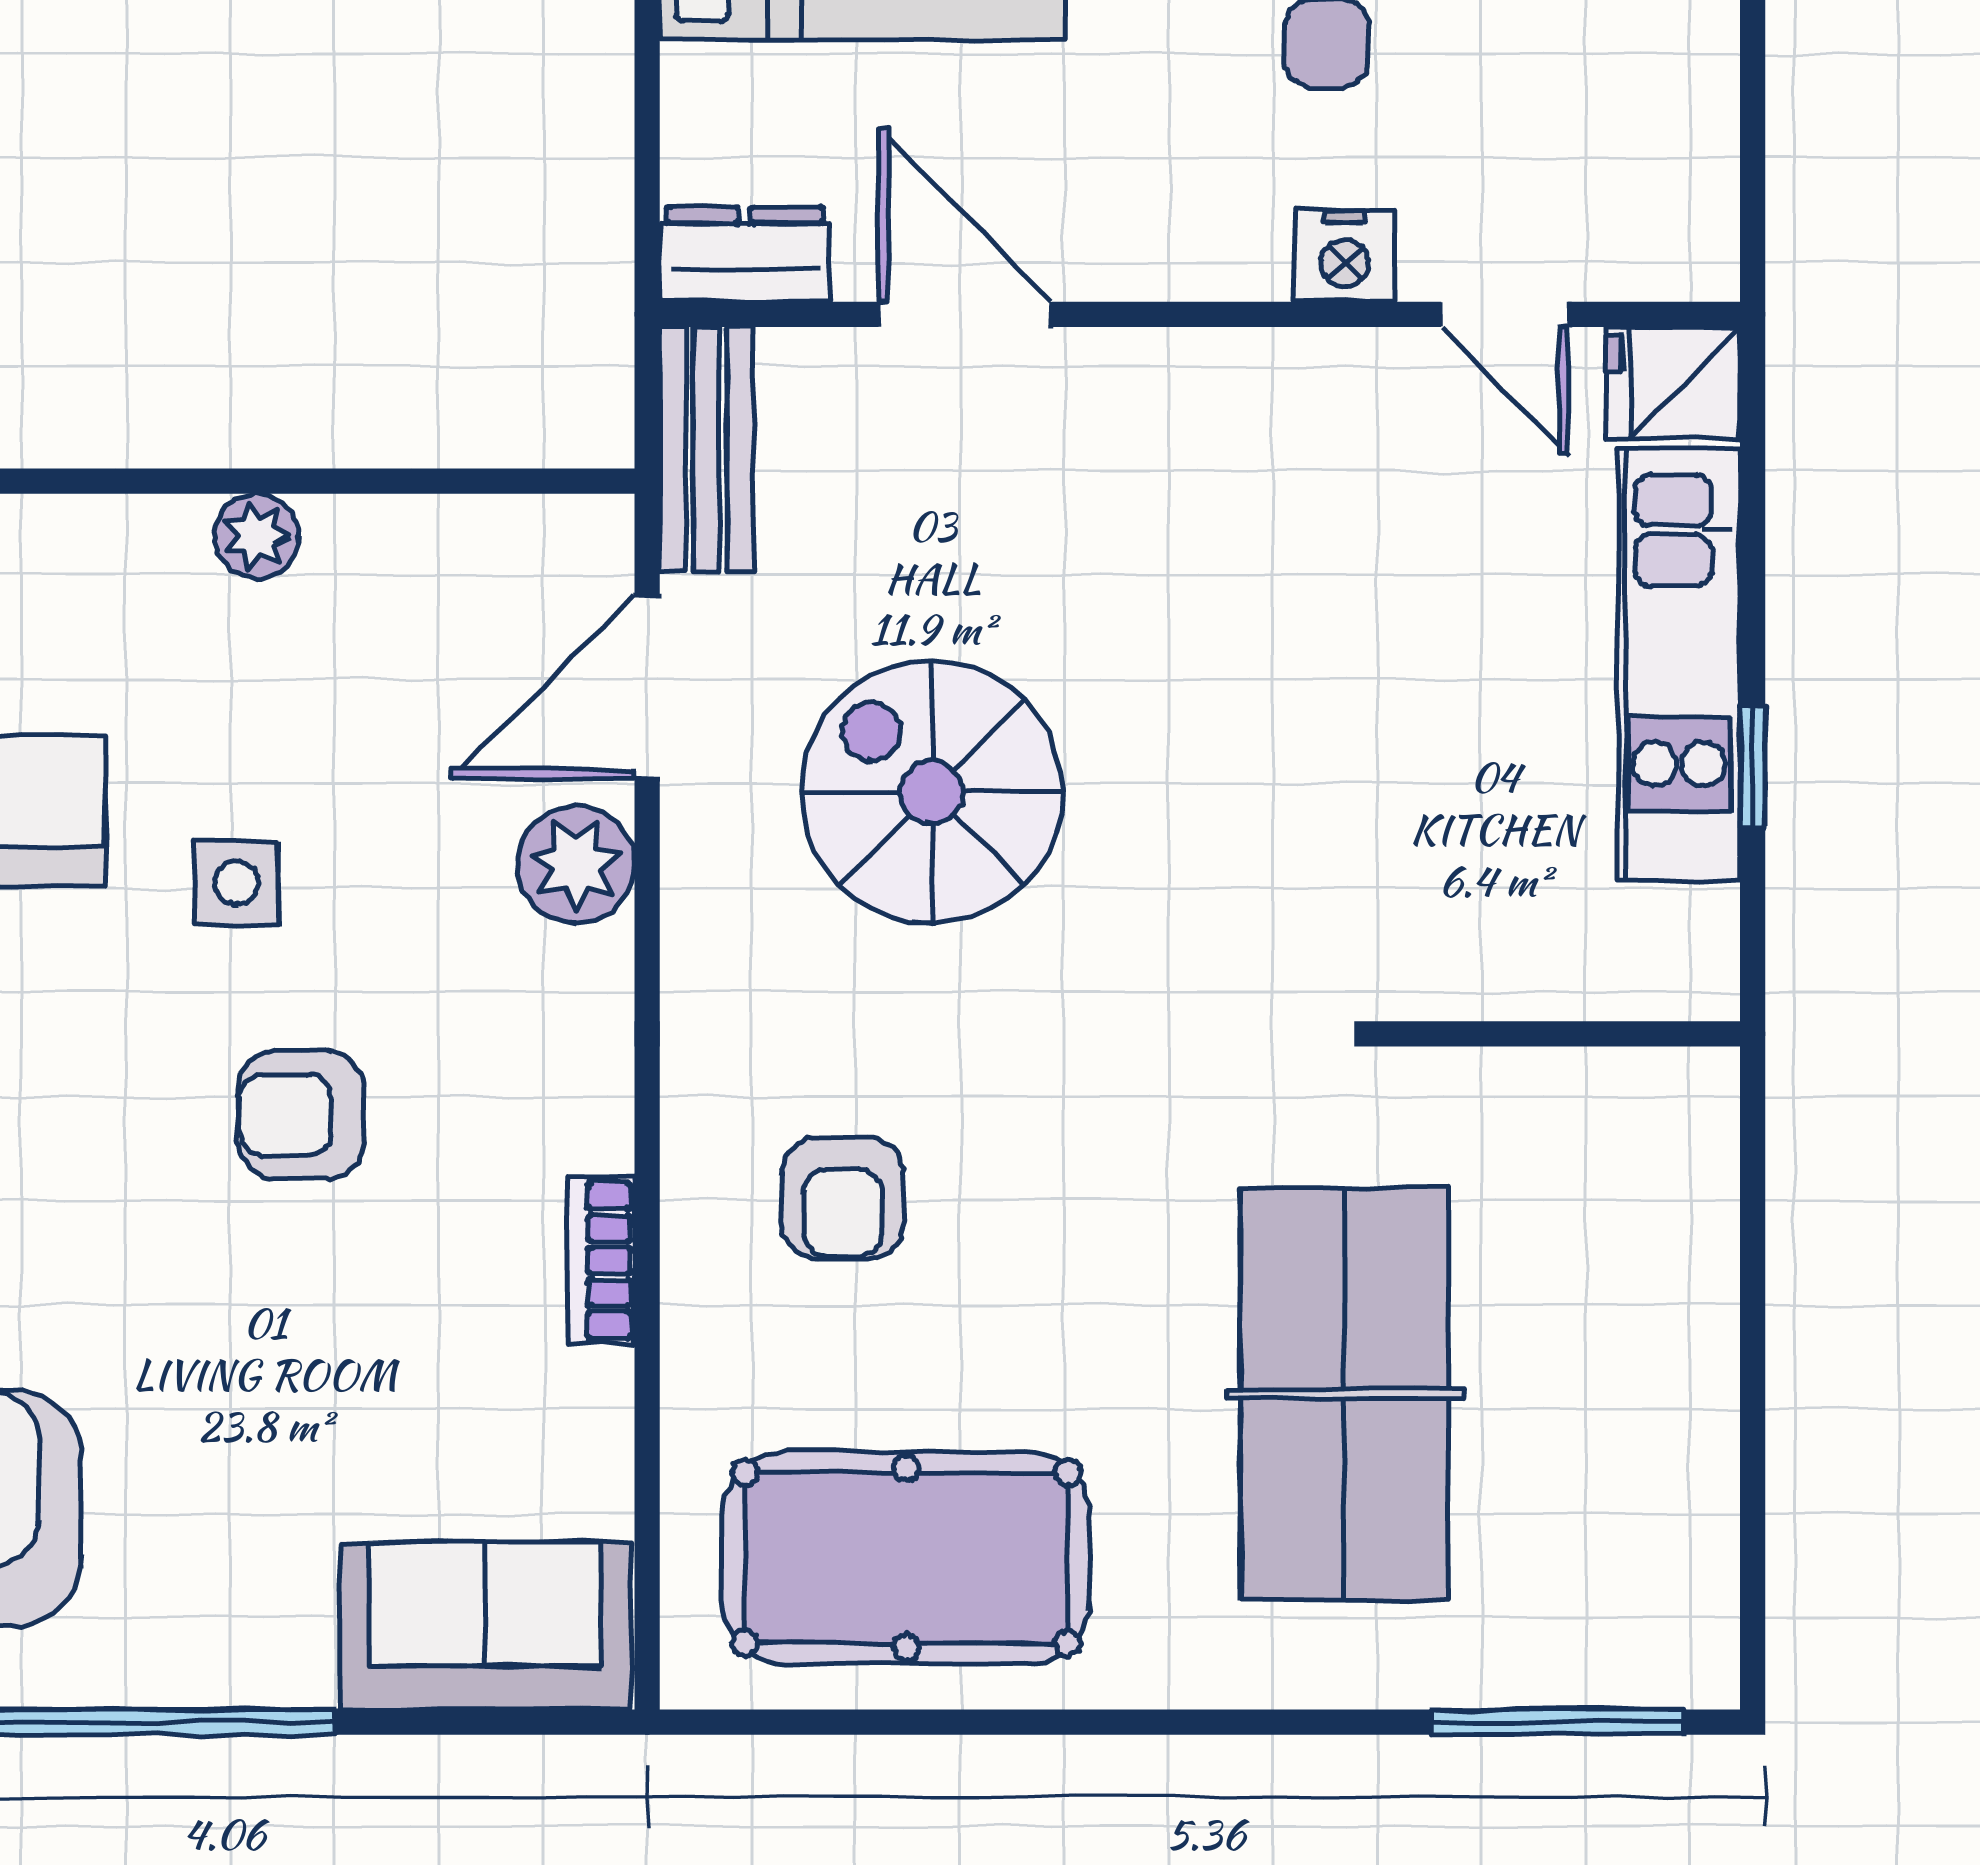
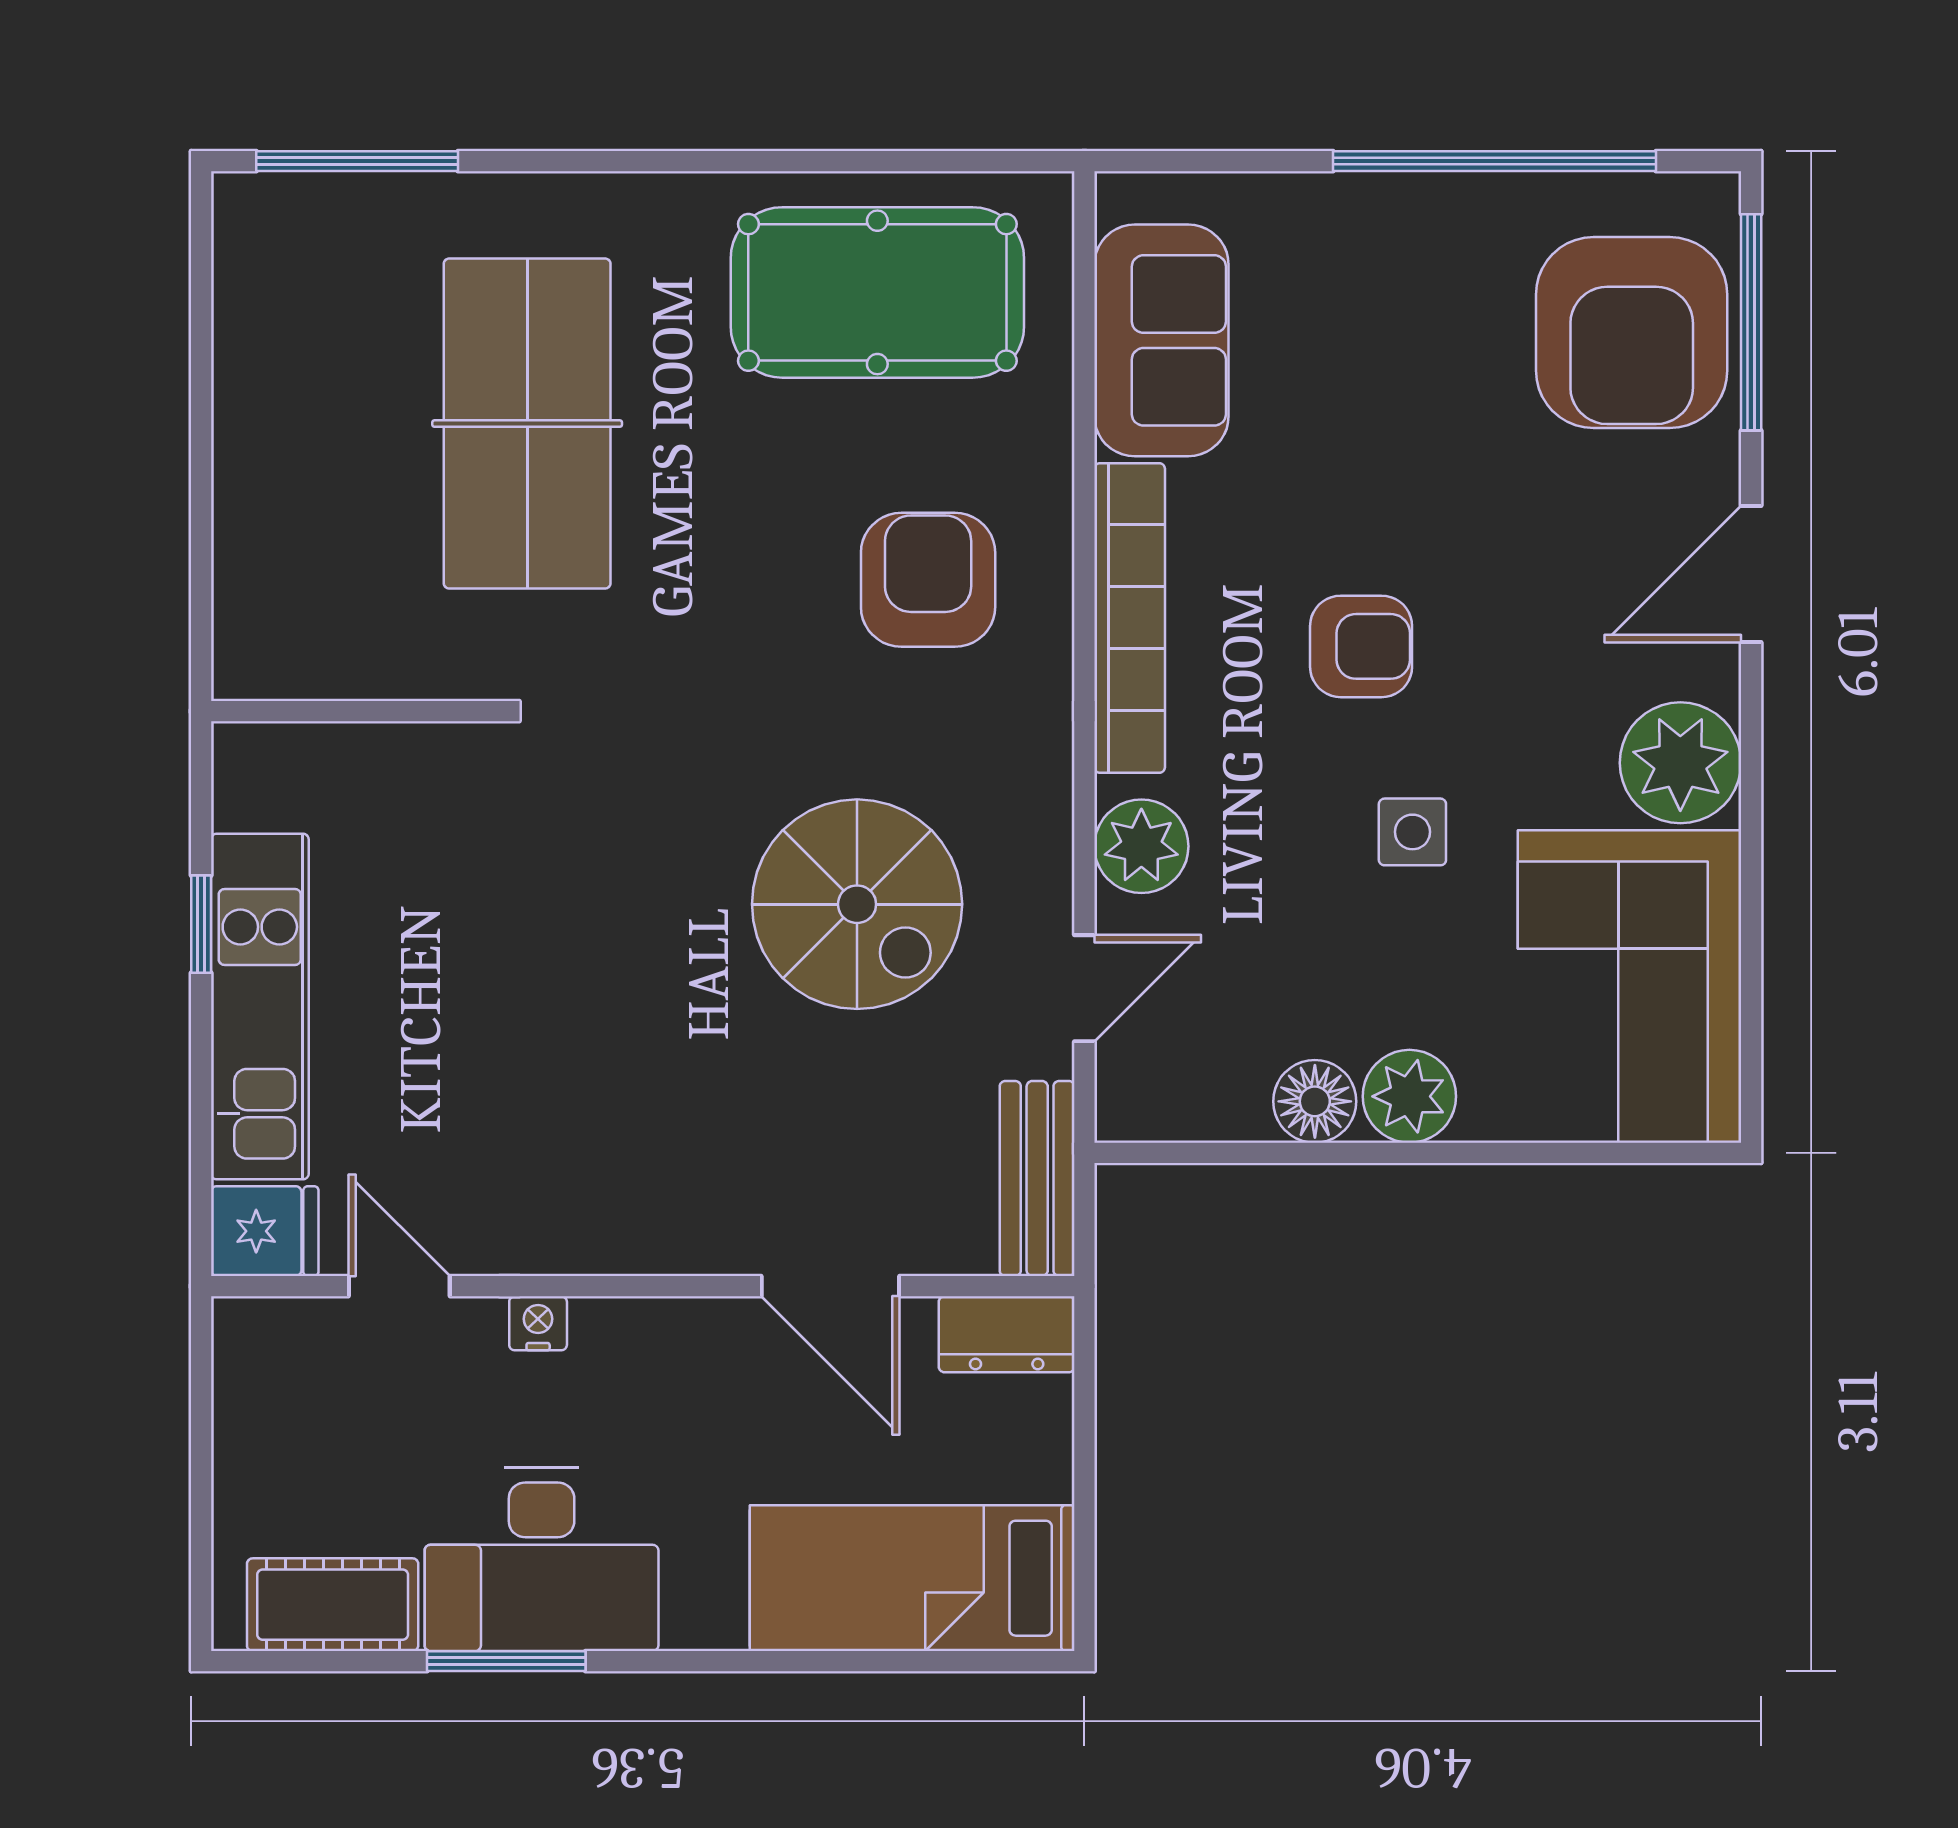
nightstand: (1345, 256) -> (538, 1323), width x0.72, depth x0.74
plant: (256, 536) -> (1409, 1096), width x1.38, depth x1.38
floor lamp: (359, 546) -> (1315, 1101), added
door: (647, 687) -> (1084, 988), width x0.73
armchair: (843, 1198) -> (928, 580), width x1.38, depth x1.38
bookcase: (601, 1261) -> (1130, 618), width x2.31, depth x1.31
sofa: (486, 1626) -> (1161, 340), moved, turned -90

